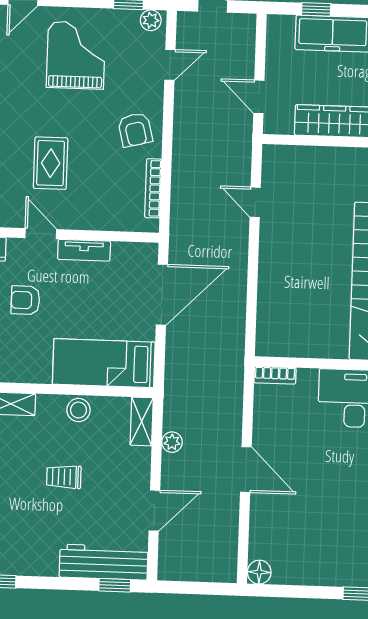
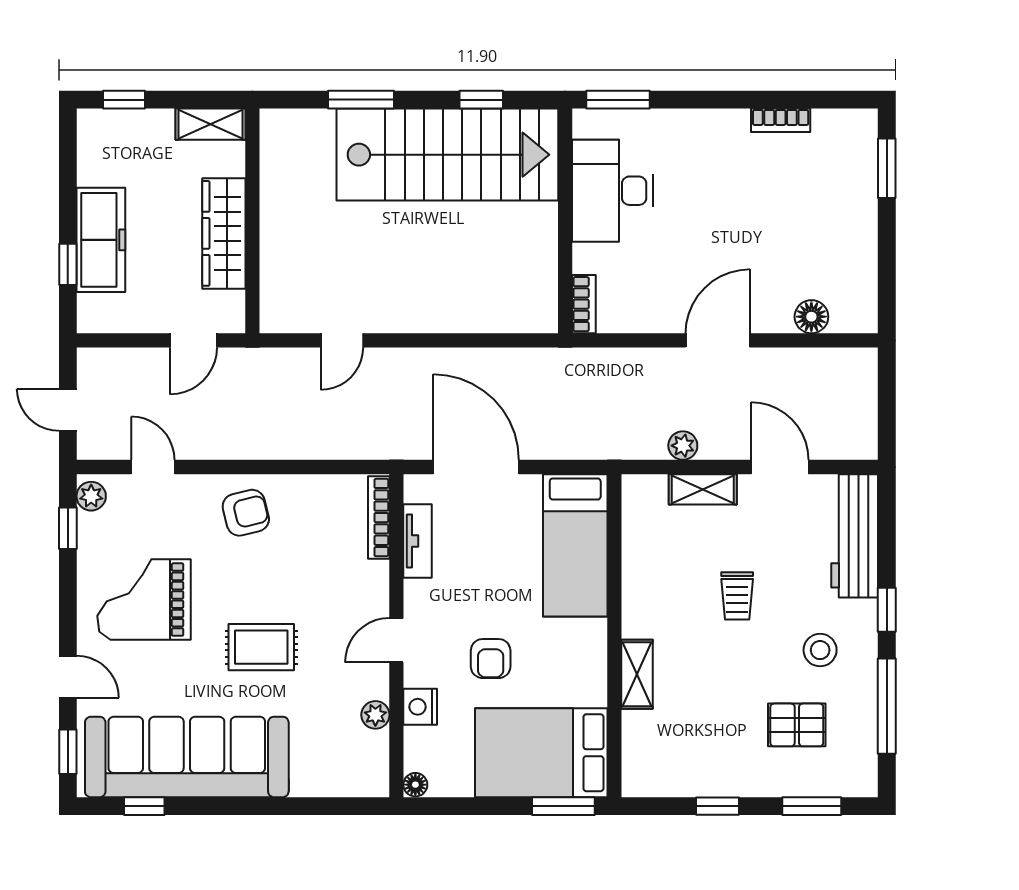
rug: (51, 163) -> (261, 647), moved
bookcase: (153, 188) -> (379, 518), moved, turned 90
tv unit: (84, 250) -> (418, 541), moved
stool: (79, 410) -> (820, 650), moved
shelving: (142, 421) -> (703, 489), moved
floor lamp: (259, 572) -> (811, 317), moved
window: (115, 585) -> (887, 610), moved

